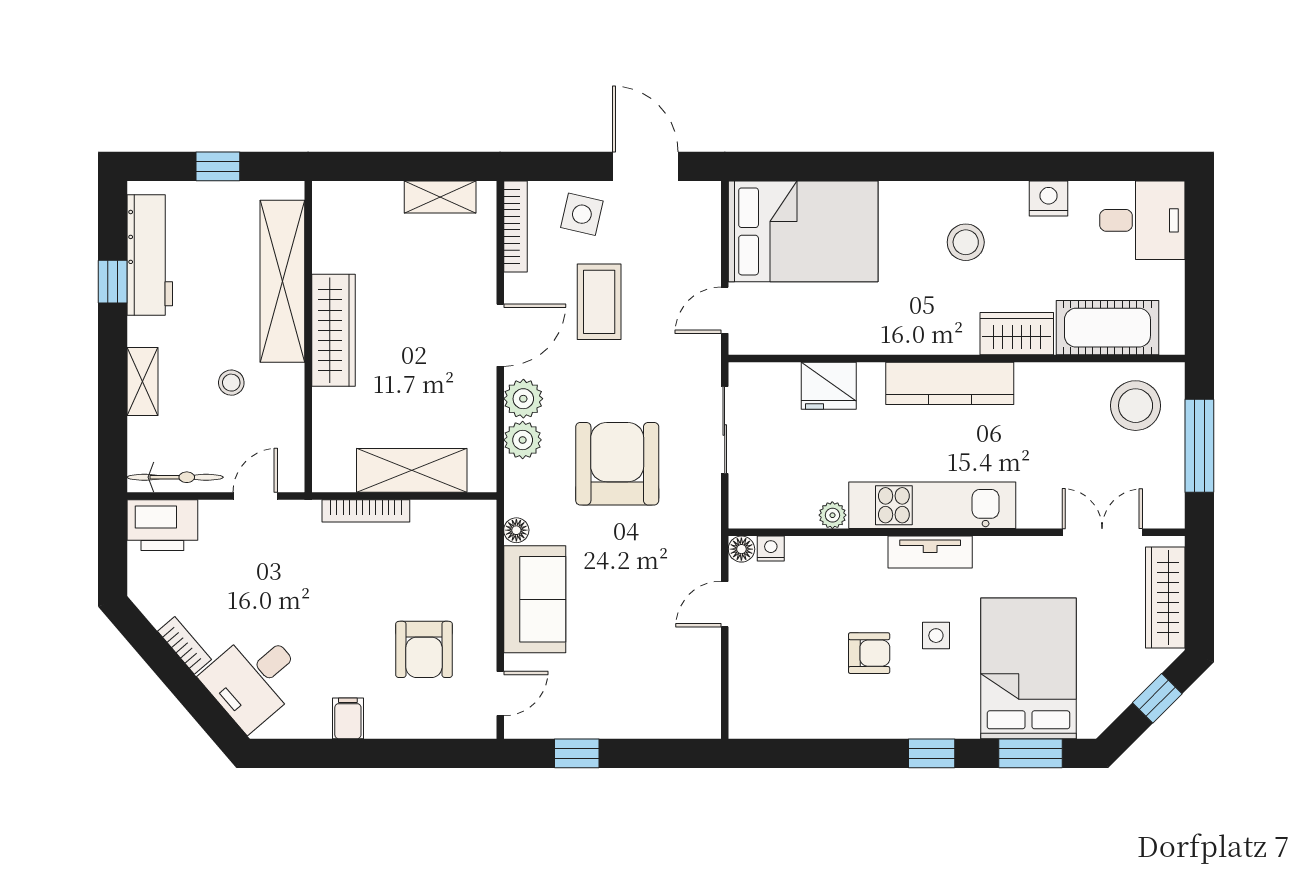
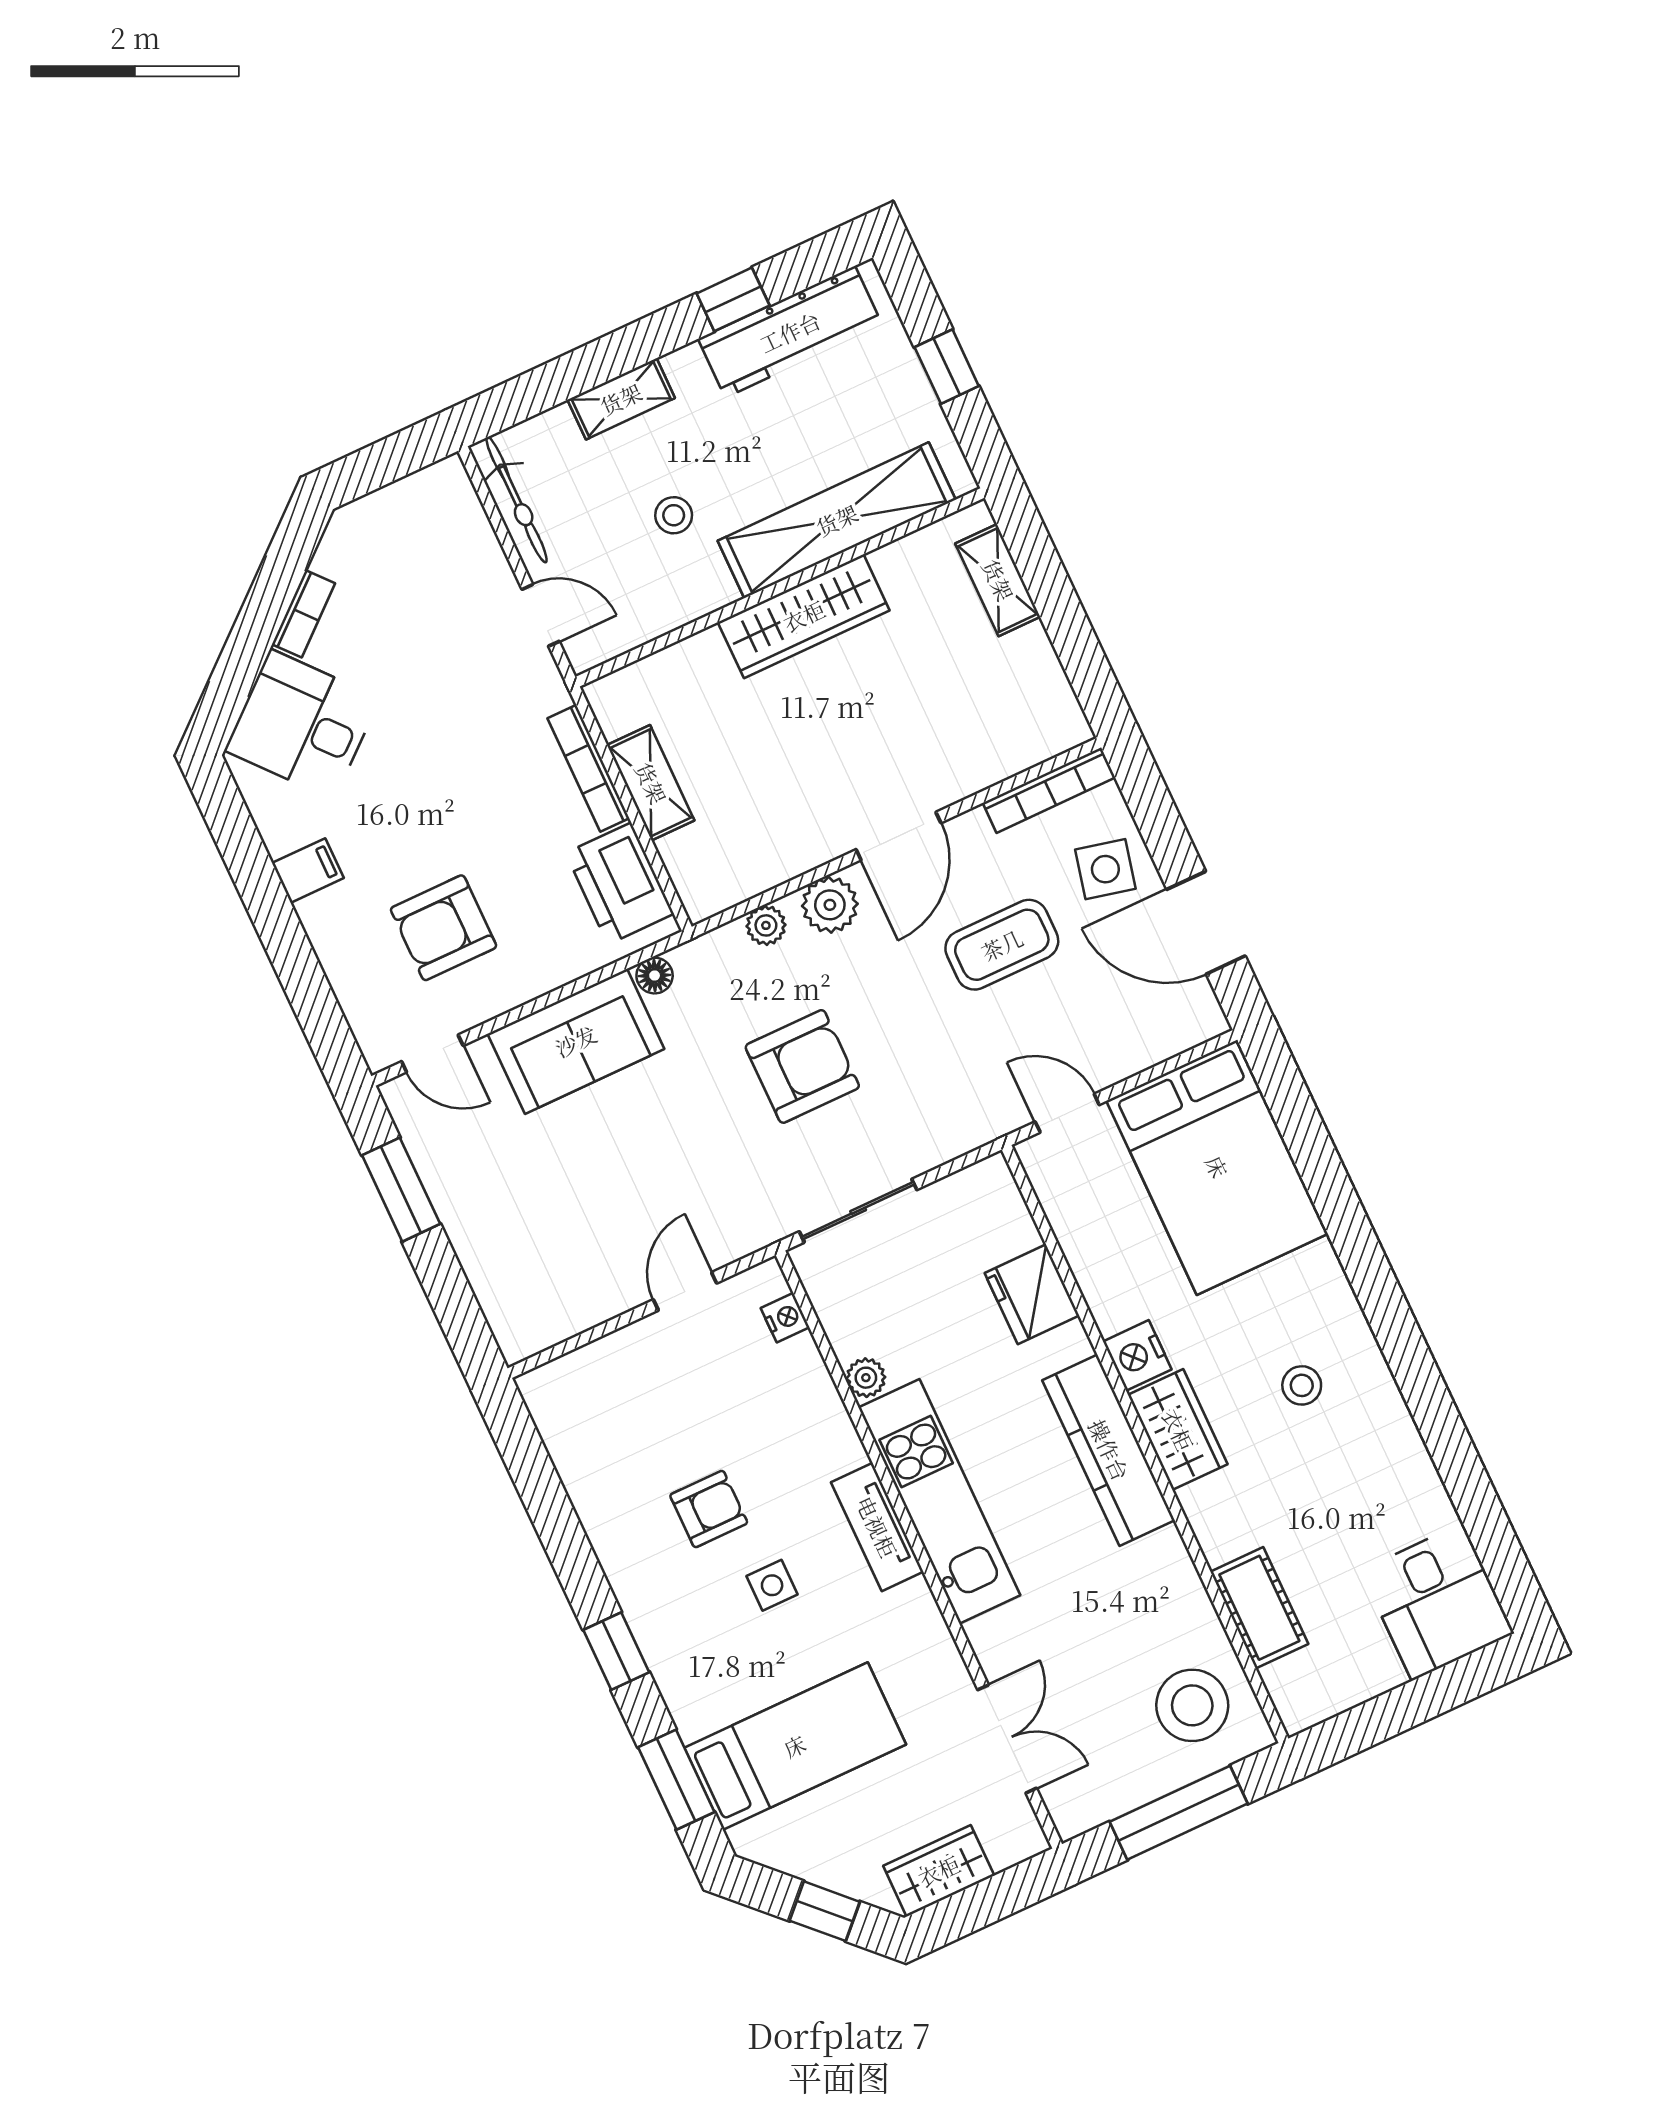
door: (645, 166) -> (1206, 923), swing flipped
shelving: (440, 197) -> (998, 580), moved
nightstand: (1049, 199) -> (1137, 1355), moved, turned 180
stool: (966, 242) -> (1302, 1385), width x0.73, depth x0.73
cot: (1107, 328) -> (1259, 1608), width x0.73, depth x0.75
wardrobe: (1017, 334) -> (1178, 1430), moved
door: (500, 335) -> (898, 836), hinge flipped
sliding door: (725, 430) -> (858, 1211), moved
plant: (523, 440) -> (766, 925), width x0.73, depth x0.73
armchair: (617, 464) -> (802, 1066), width x0.73, depth x0.73
shelving: (412, 470) -> (651, 783), width x0.67, depth x0.75
printer: (162, 525) -> (620, 883), moved
floor lamp: (741, 549) -> (767, 1280), removed
wardrobe: (1165, 598) -> (939, 1871), width x0.67
door: (725, 604) -> (685, 1291), hinge flipped
armchair: (869, 653) -> (709, 1509), turned -90
bed: (1028, 668) -> (795, 1746), width x0.67
window: (577, 753) -> (401, 1190), width x1.50

